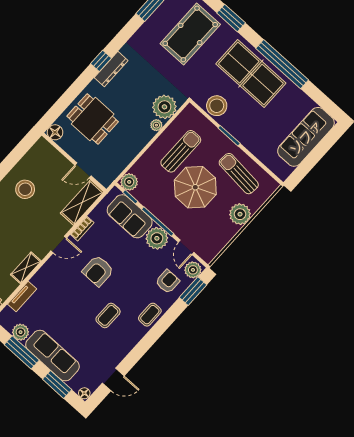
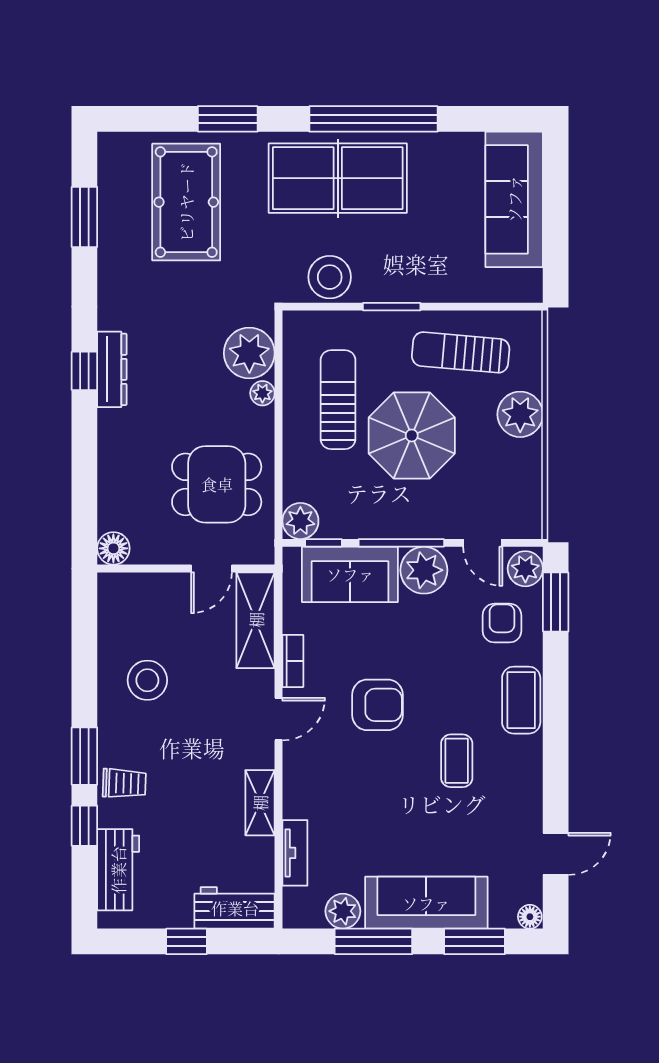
dining table: (93, 119) -> (217, 484), moved
armchair: (98, 271) -> (377, 705), turned -90
coffee table: (150, 315) -> (521, 700), width x1.36, depth x1.30

